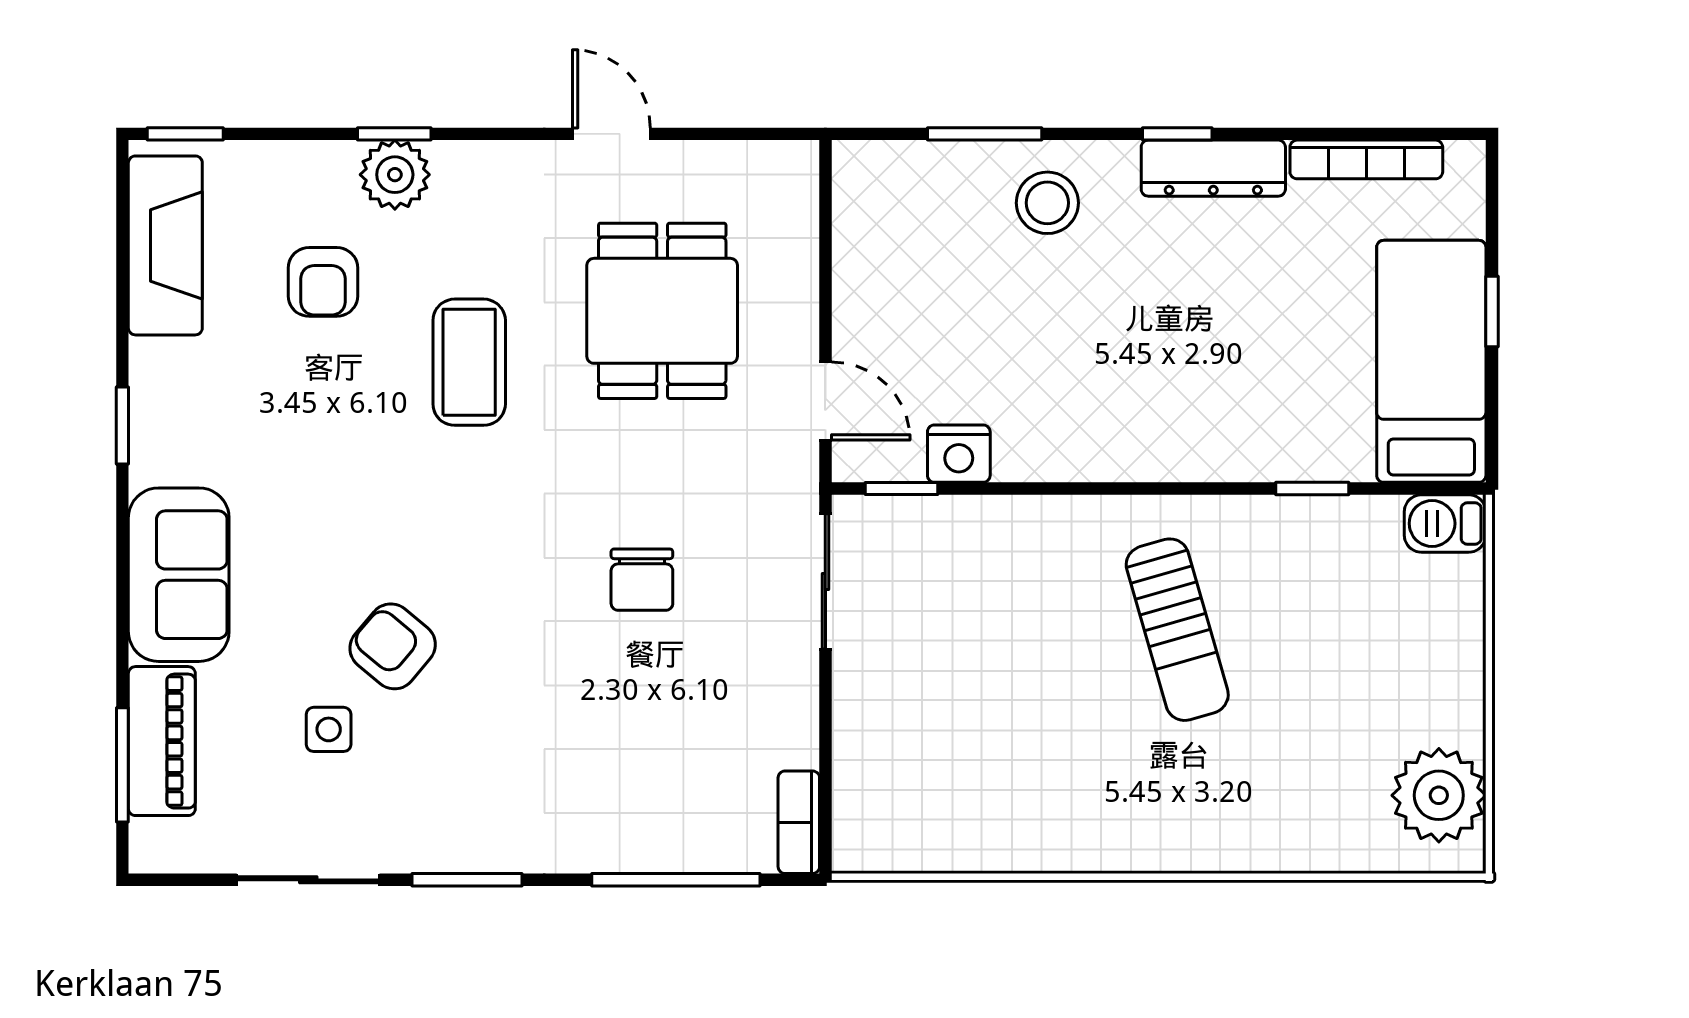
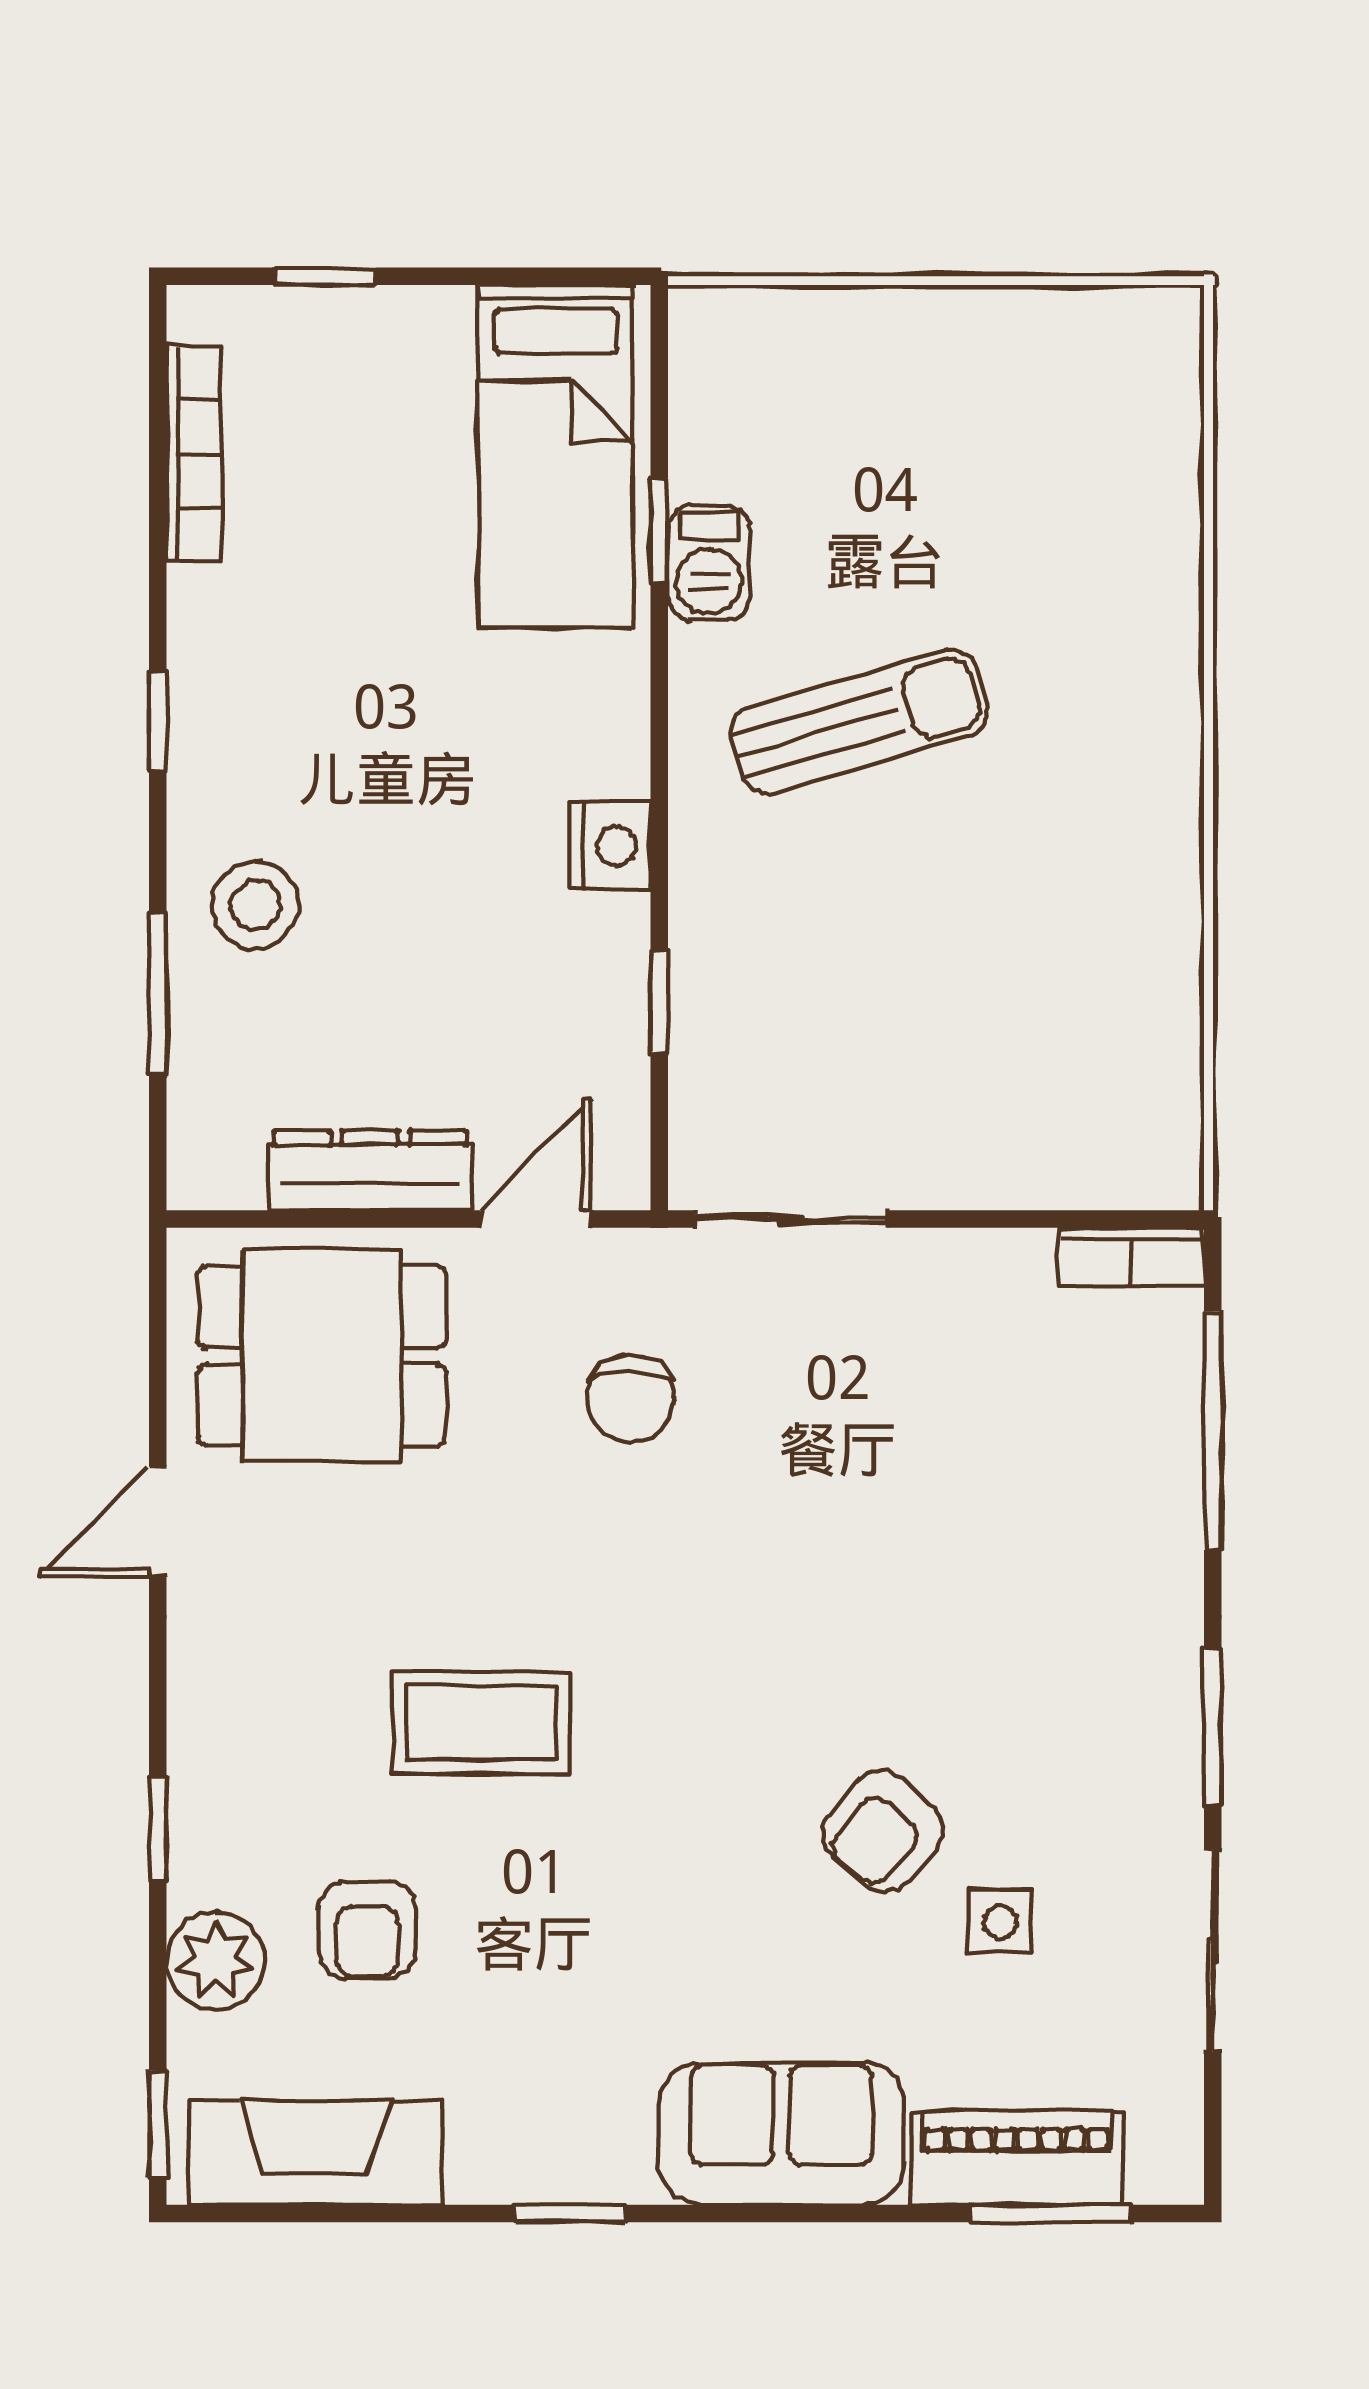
dresser: (1213, 168) -> (370, 1170), moved, turned -90
plant: (395, 175) -> (215, 1961), moved
armchair: (323, 282) -> (367, 1930), turned 90
dining table: (662, 311) -> (322, 1356), moved
window: (1492, 312) -> (326, 276), moved
bed: (1431, 361) -> (556, 456), moved, turned -90
nightstand: (959, 454) -> (610, 846), moved
window: (901, 488) -> (659, 1002), moved
barbecue: (1445, 523) -> (709, 563), moved
chair: (642, 580) -> (630, 1398), moved, turned 90
plant: (1439, 795) -> (1093, 351), removed

